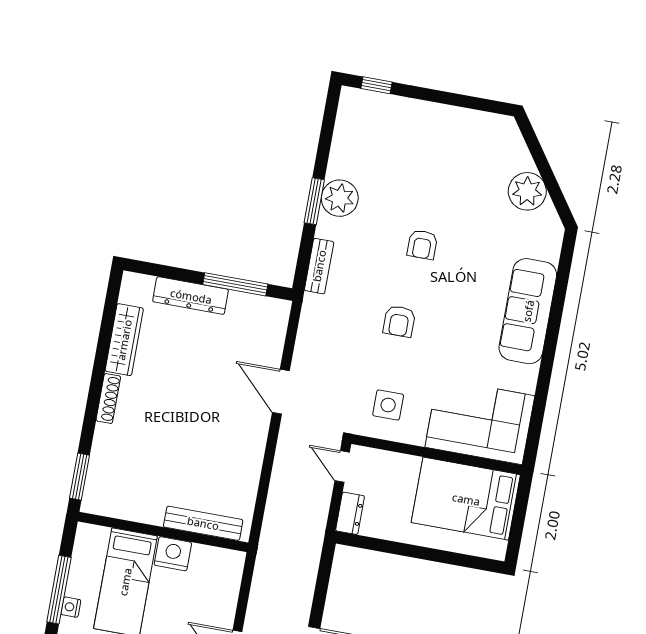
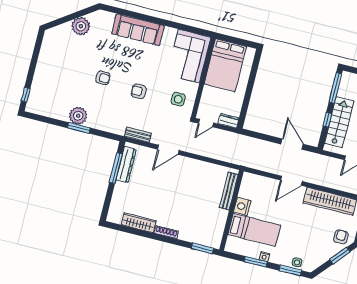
bench: (319, 266) -> (138, 135), moved
dresser: (191, 296) -> (126, 165), moved
armchair: (399, 321) -> (139, 91), turned 180
window: (59, 590) -> (256, 262), width x0.69

